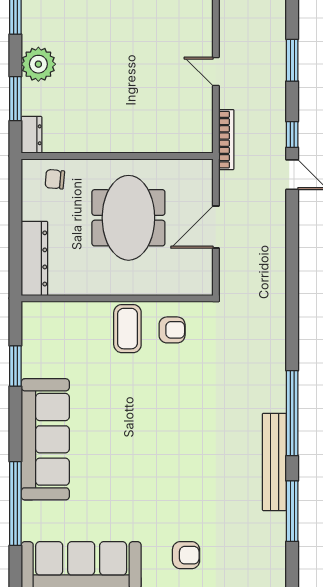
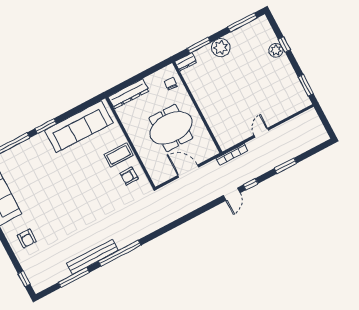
armchair: (172, 330) -> (129, 176), turned 89
window: (15, 366) -> (46, 126), moved
sofa: (45, 439) -> (79, 127), moved

